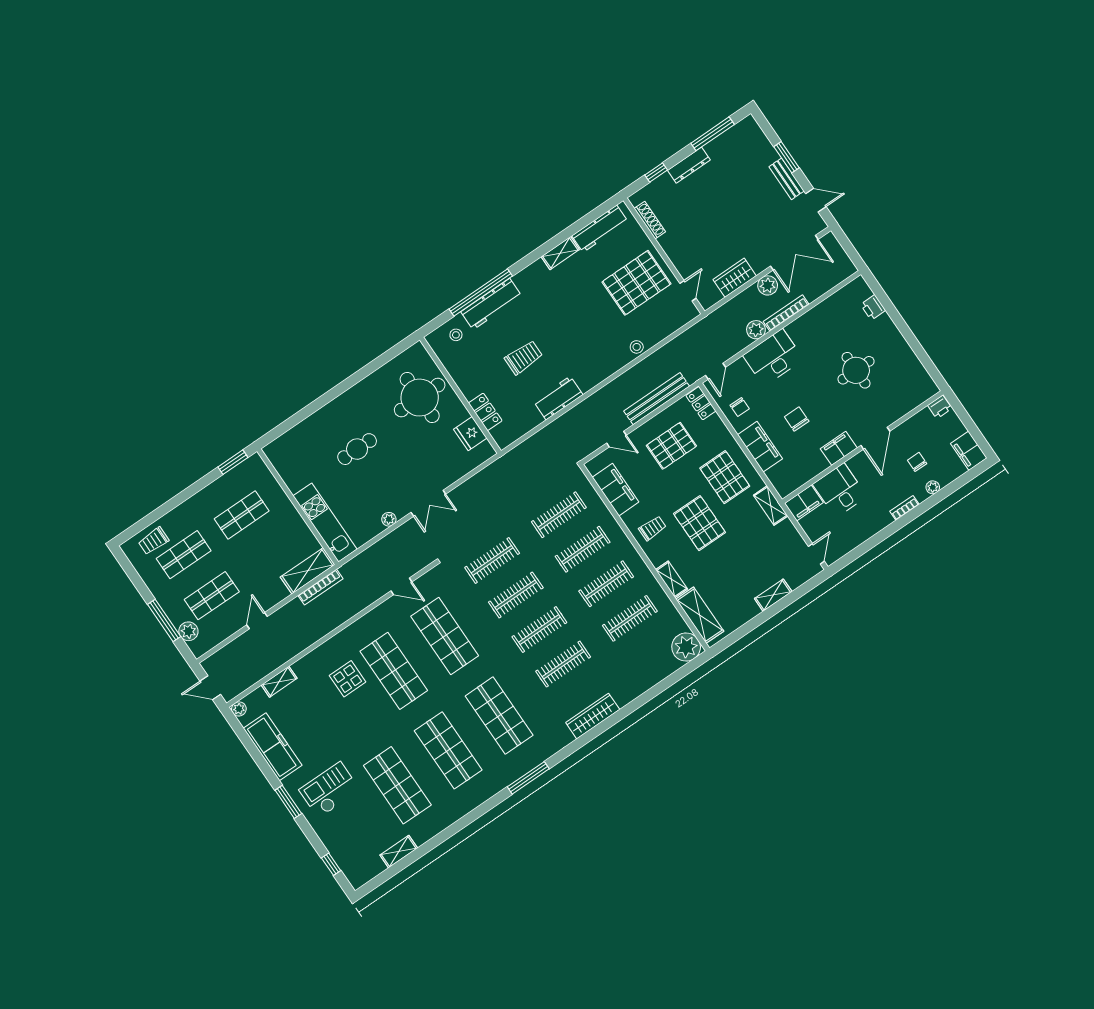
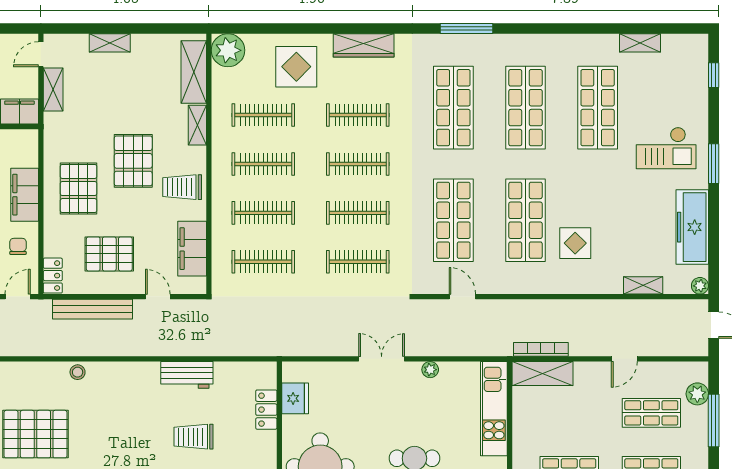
shelving: (771, 506) -> (53, 89), moved
trolley: (652, 528) -> (182, 187), width x1.36, depth x1.39
display table: (630, 668) -> (296, 67), added

